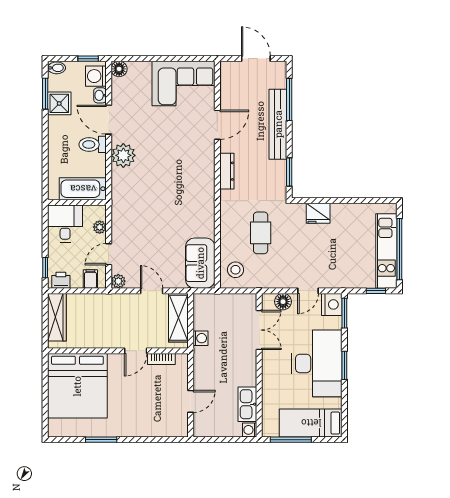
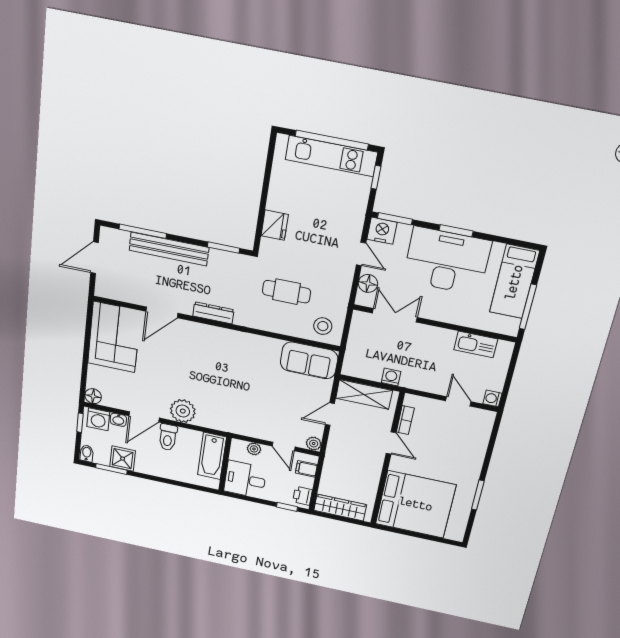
door: (217, 125) -> (162, 312), swing flipped
washing machine: (250, 430) -> (492, 398), moved, turned 90

